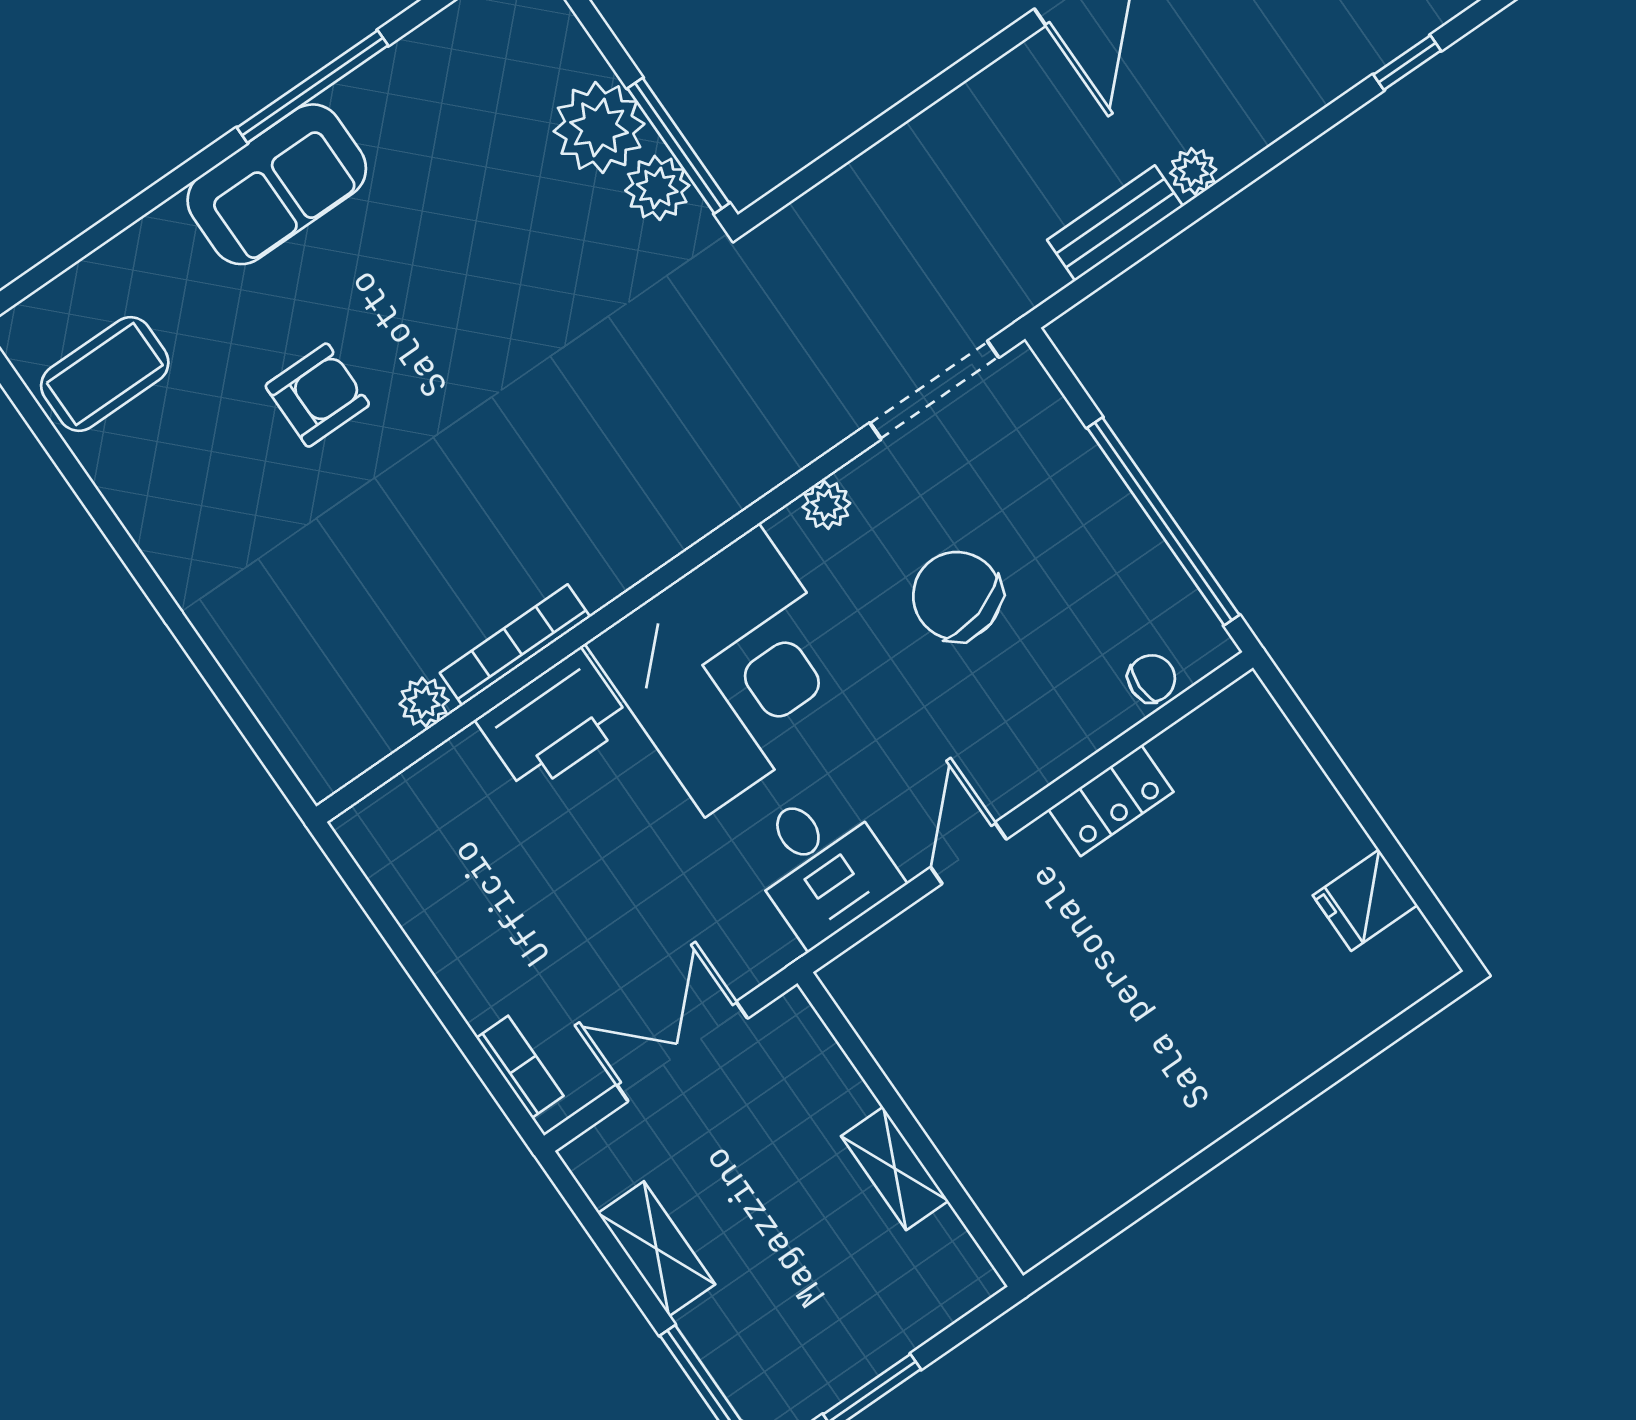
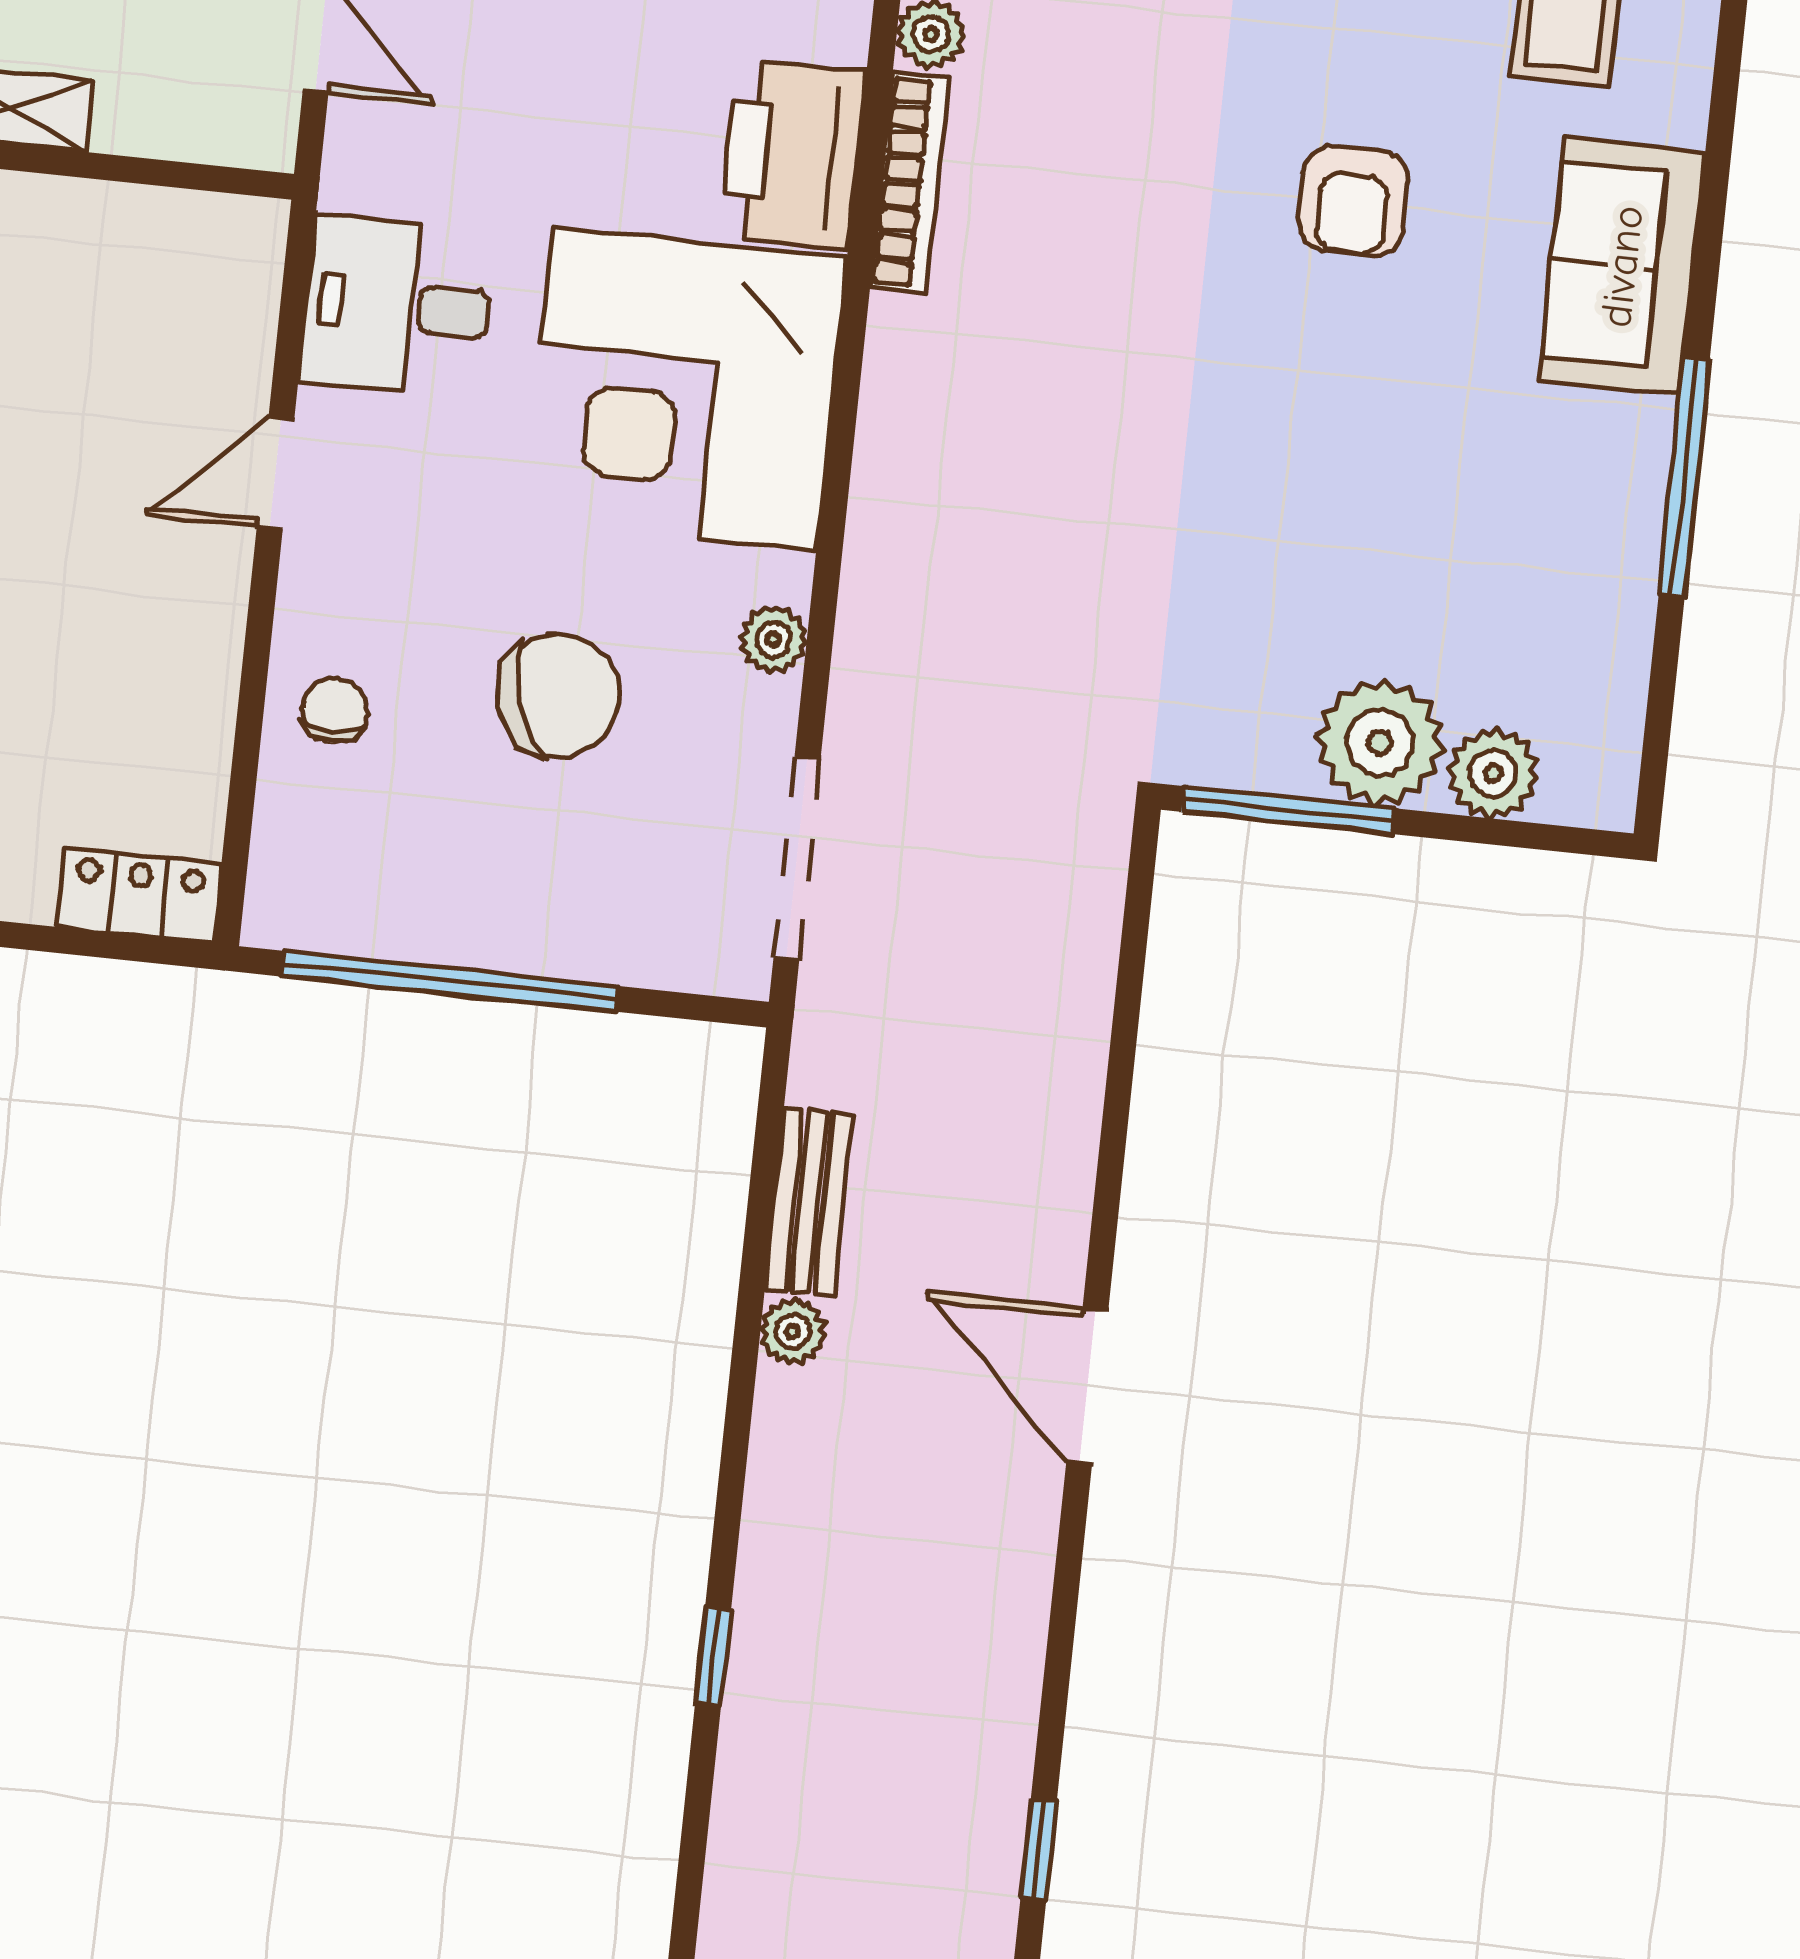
sofa: (277, 184) -> (1622, 266), moved
plant: (657, 188) -> (1493, 773), moved
chair: (1152, 678) -> (334, 710), moved, turned 180
locker: (1111, 801) -> (139, 895), moved, turned 90
door: (969, 853) -> (276, 473), swing flipped

